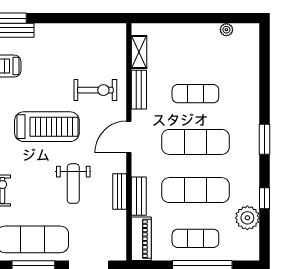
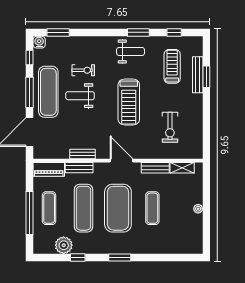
plant: (226, 30) -> (198, 209), moved
exercise bike: (95, 90) -> (170, 127), moved
exercise mat: (195, 142) -> (118, 208), width x1.47
weight bench: (73, 184) -> (80, 96), moved

